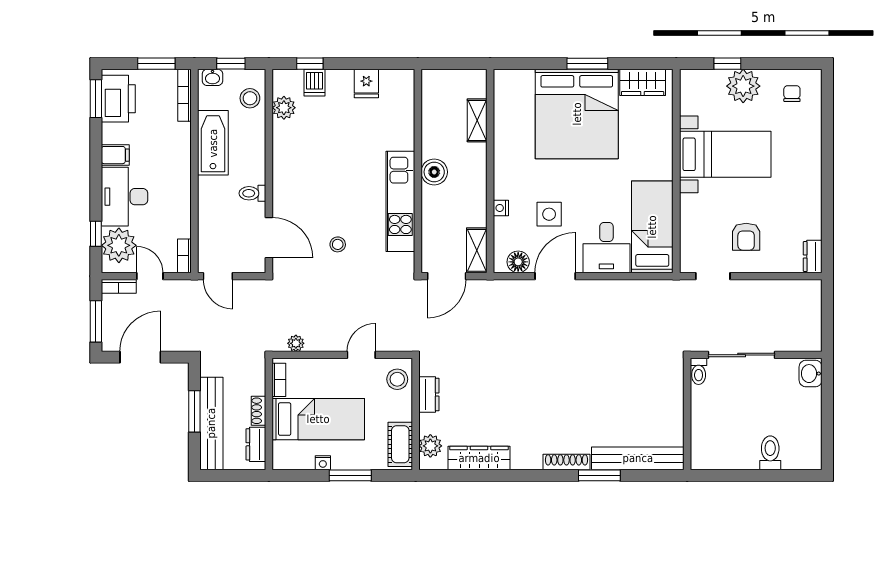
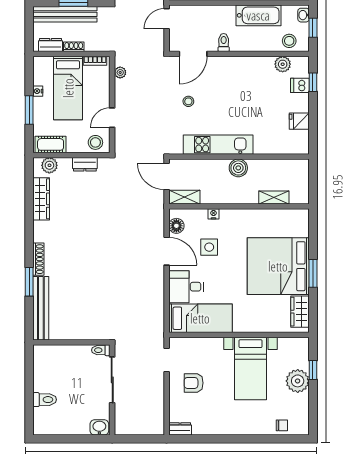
chair: (792, 94) -> (282, 425), moved
door: (361, 355) -> (112, 118), swing flipped

